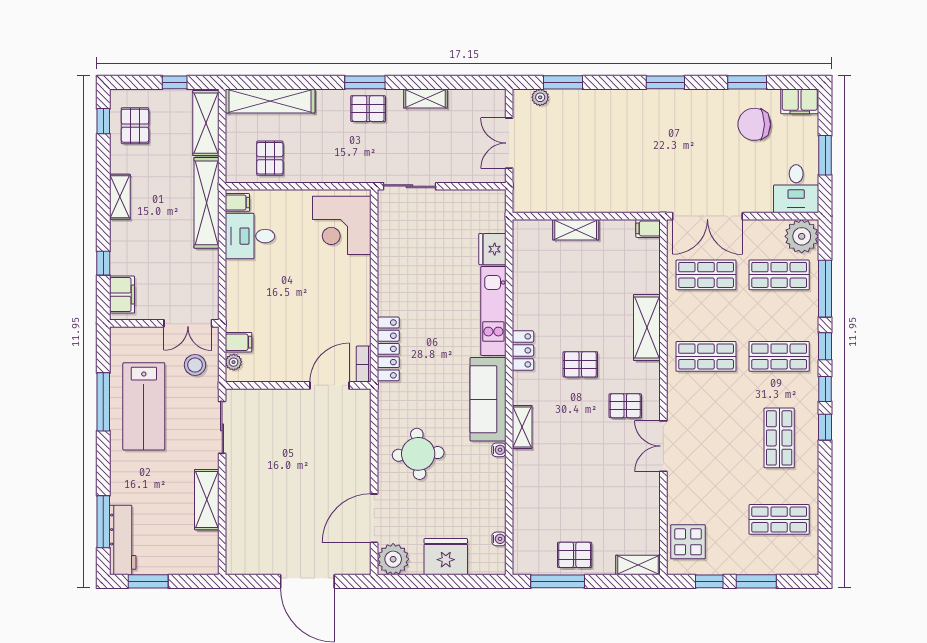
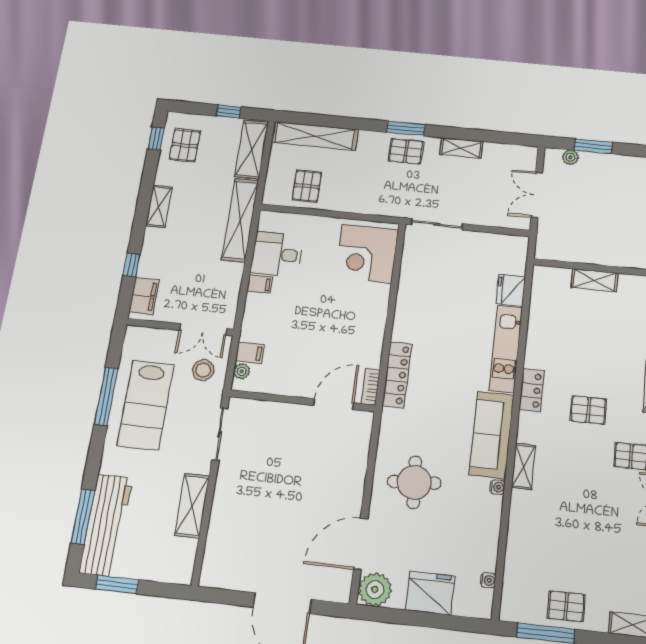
filing cabinet: (237, 202) -> (260, 284), moved
workbench: (123, 540) -> (106, 525), width x1.36, depth x1.32

